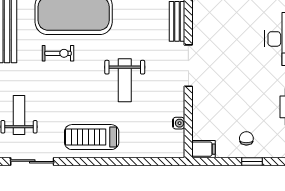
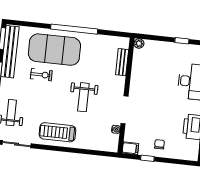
doorway: (188, 66) -> (124, 110), moved
window: (252, 161) -> (147, 158), moved

